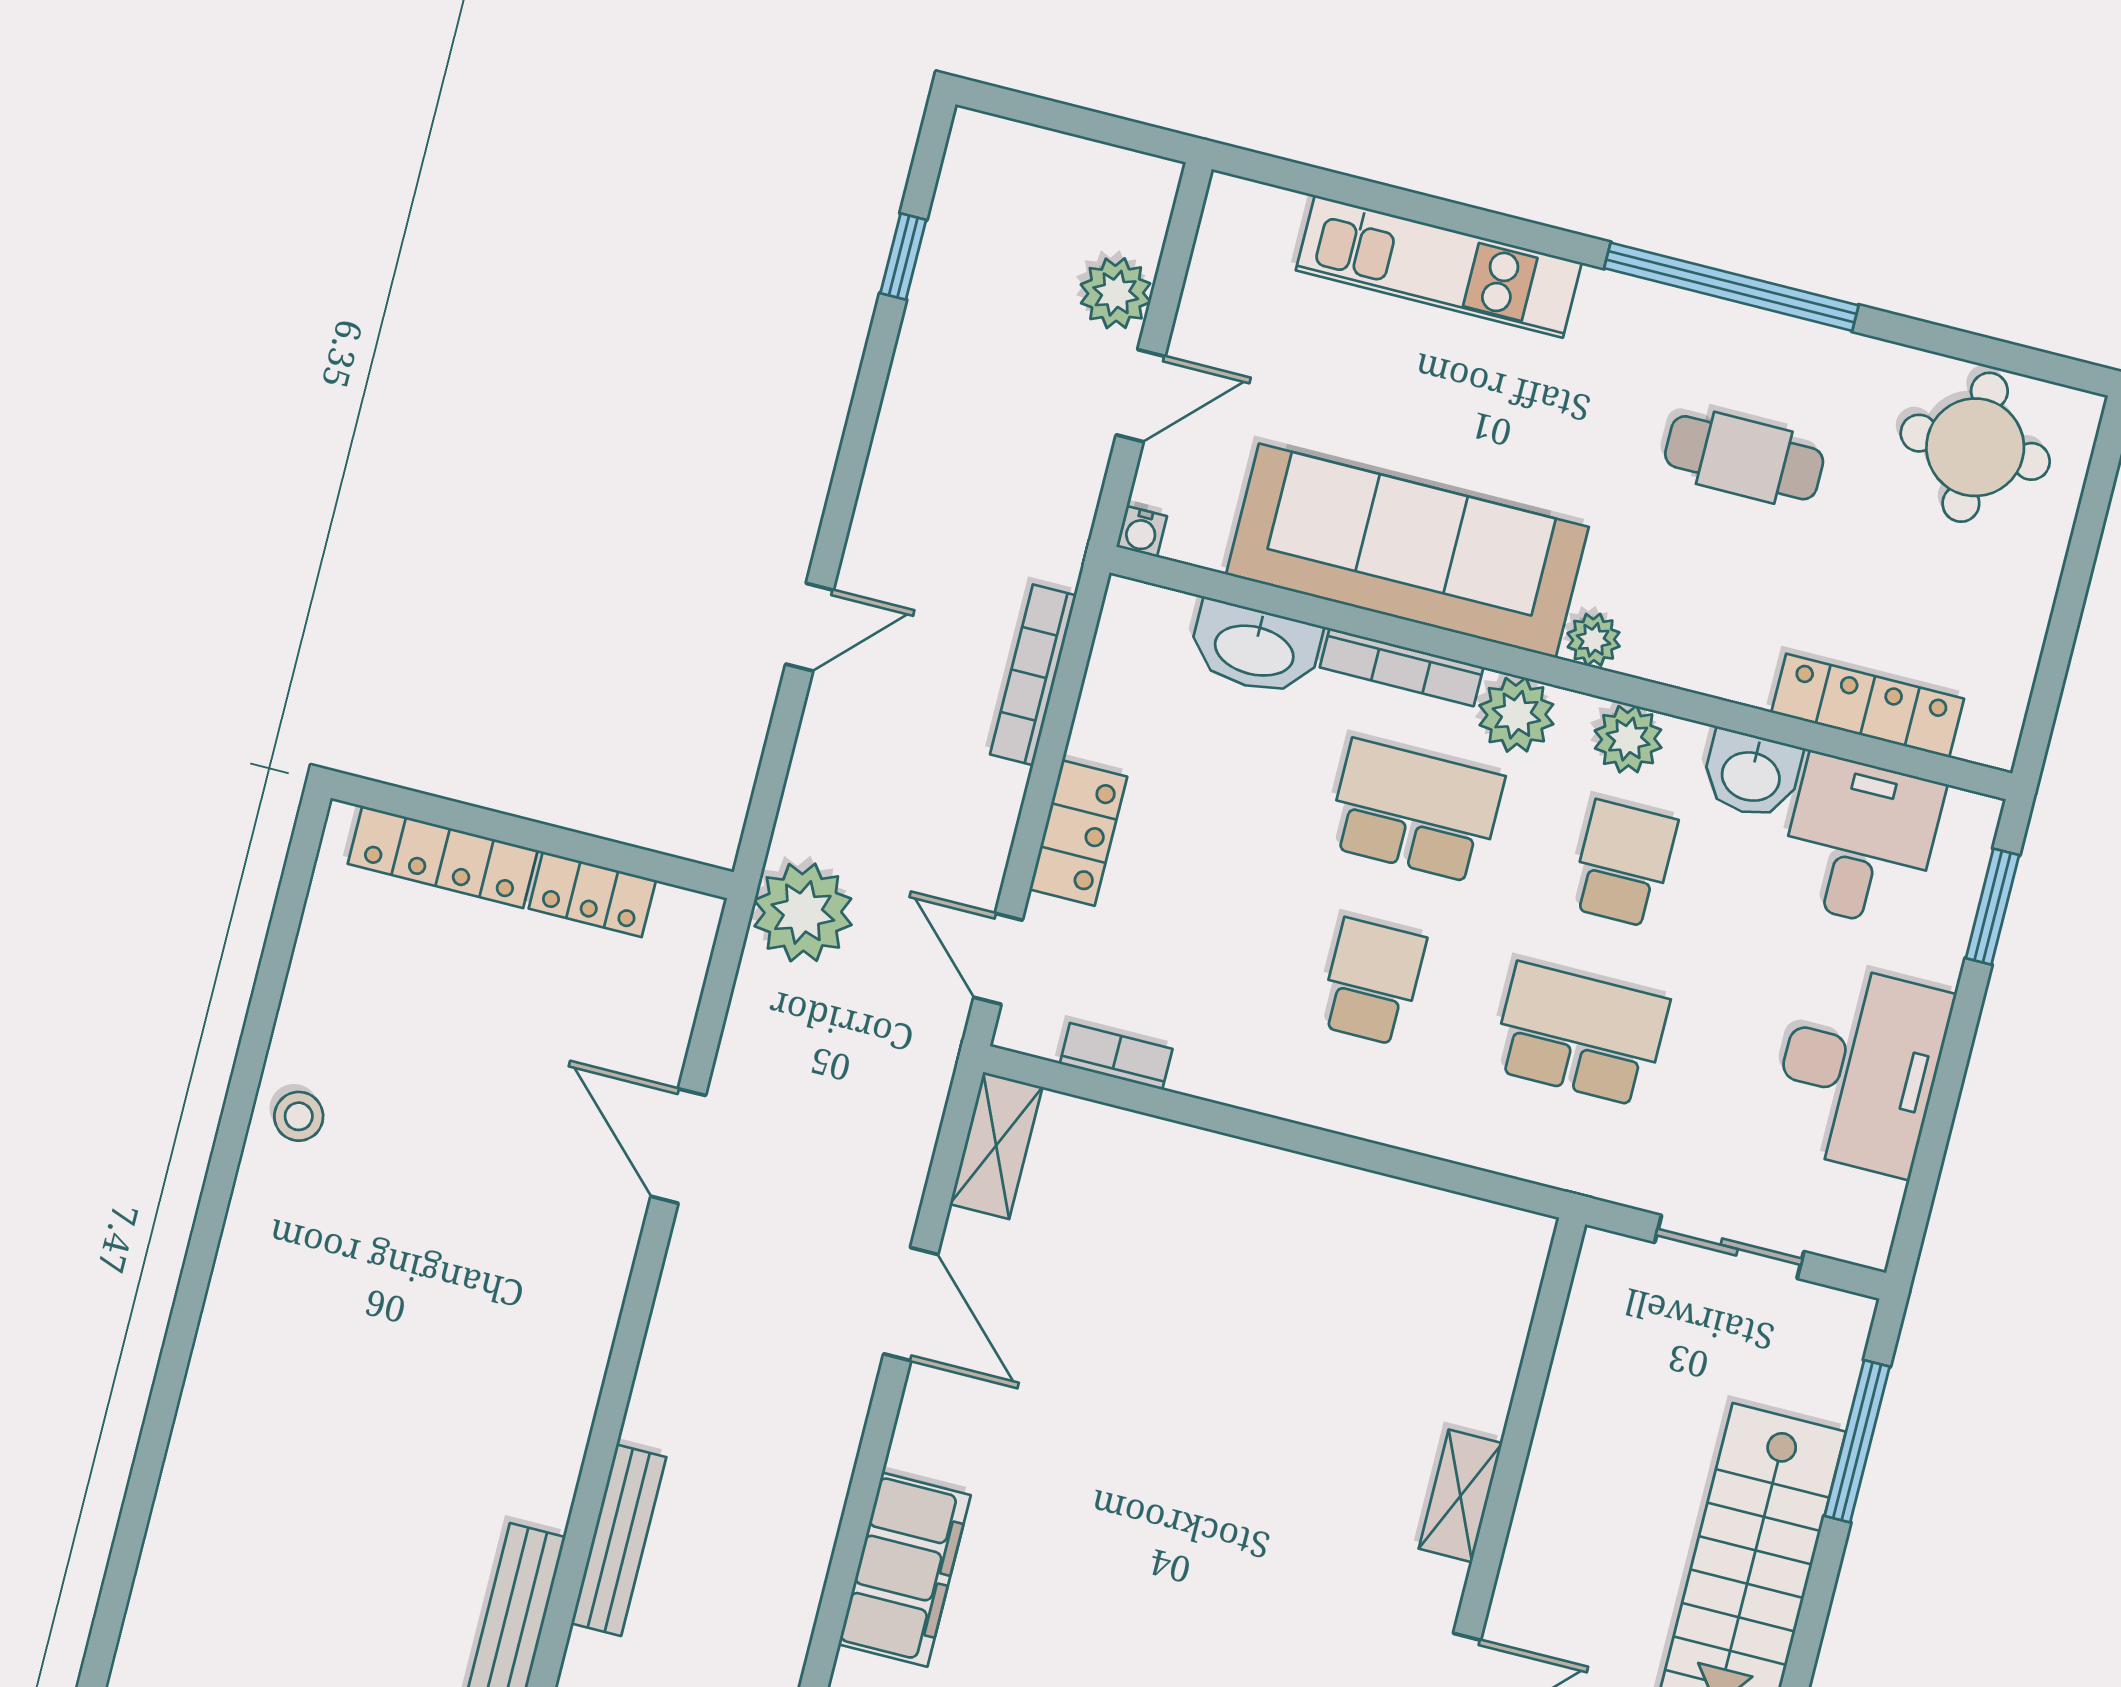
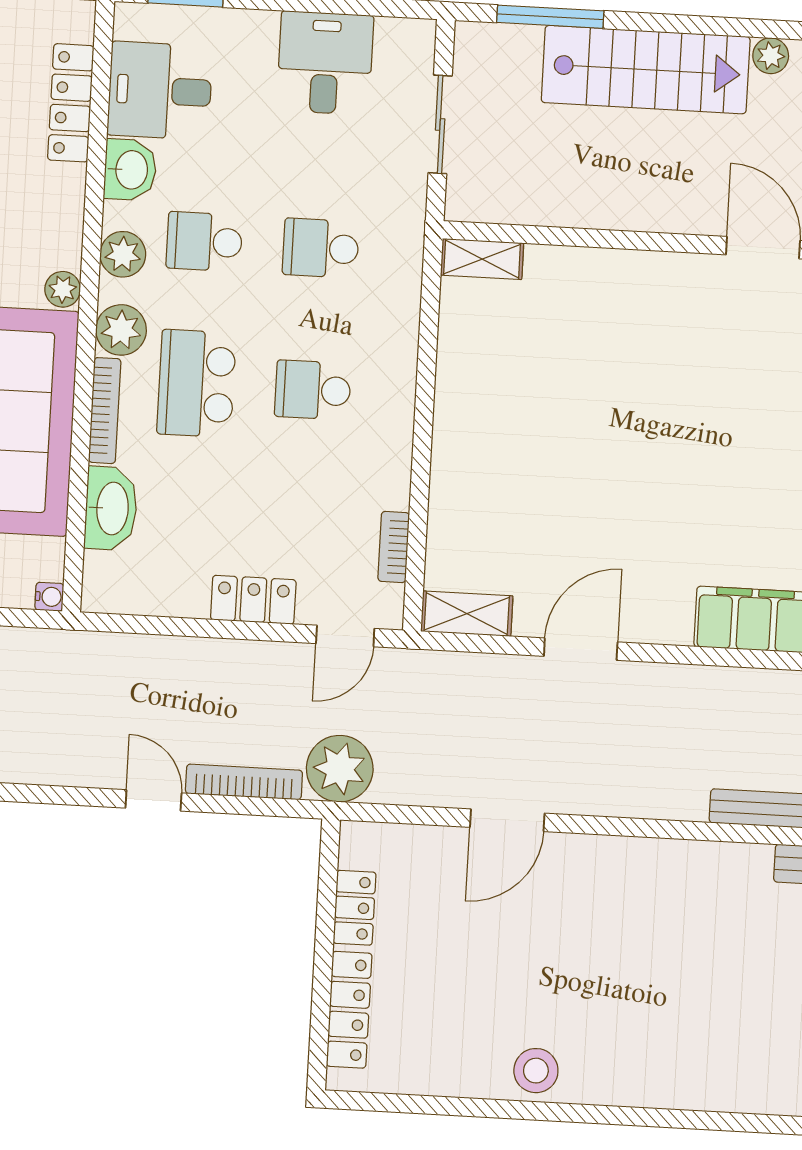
bookcase: (1033, 675) -> (244, 782), moved, turned 180
school desk: (1580, 1034) -> (321, 248), width x0.54
desk: (1860, 1069) -> (325, 63), width x0.73
stool: (299, 1116) -> (536, 1071), width x1.37, depth x1.37
shelving: (1460, 1496) -> (482, 259), moved

